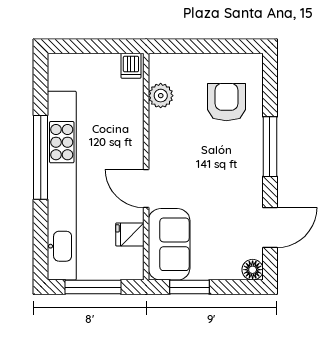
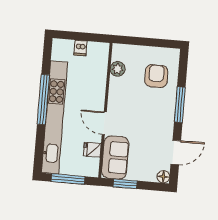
dishwasher: (131, 66) -> (80, 48), moved

